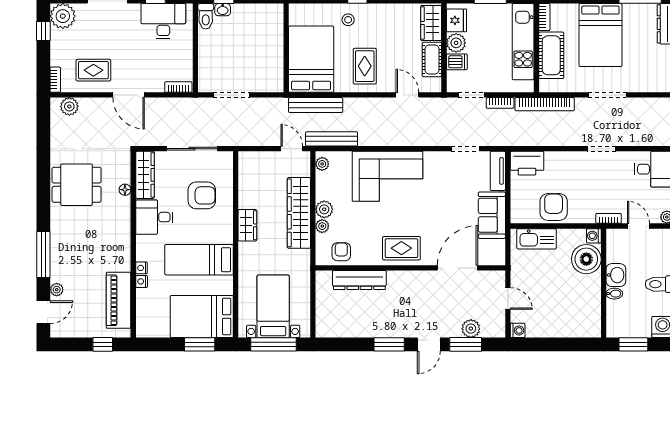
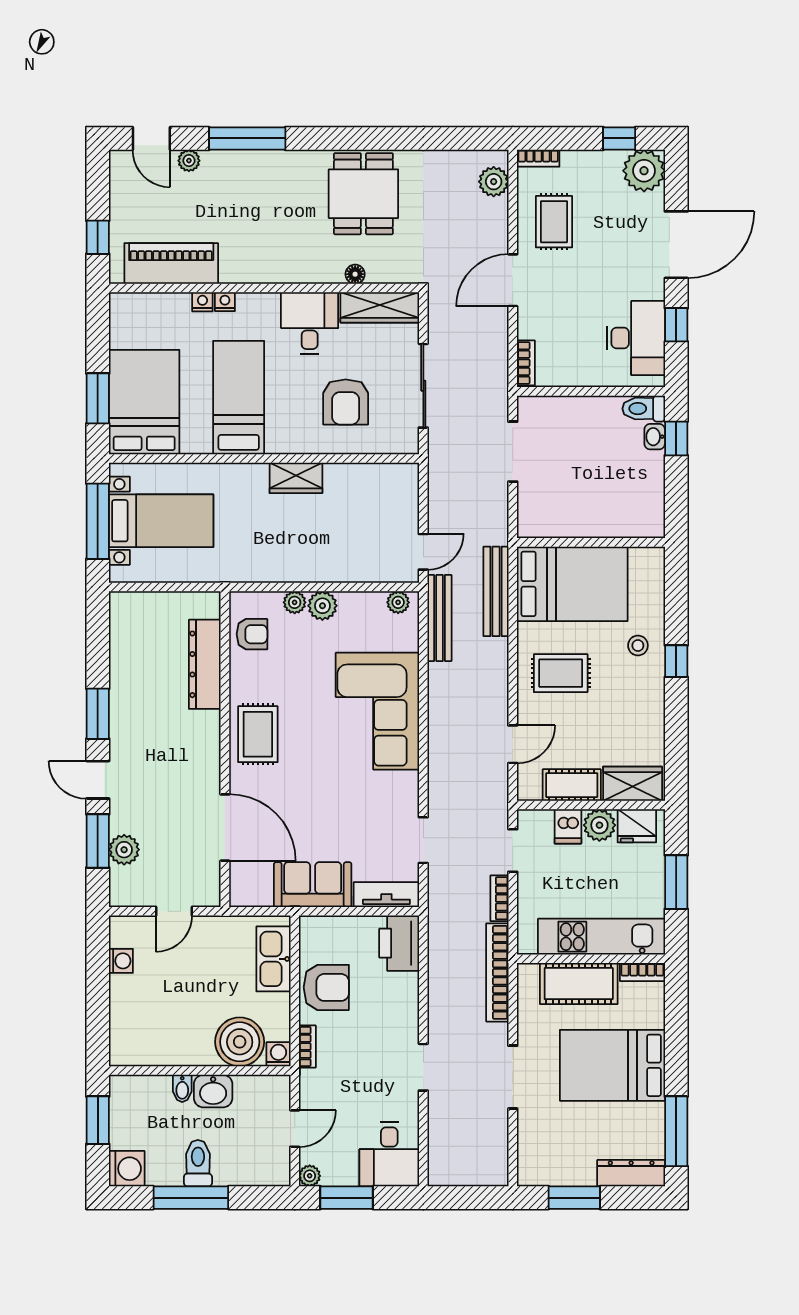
wardrobe: (299, 213) -> (317, 564), removed
bookcase: (609, 218) -> (307, 1046), moved
washing machine: (518, 330) -> (121, 961), moved, turned -90

